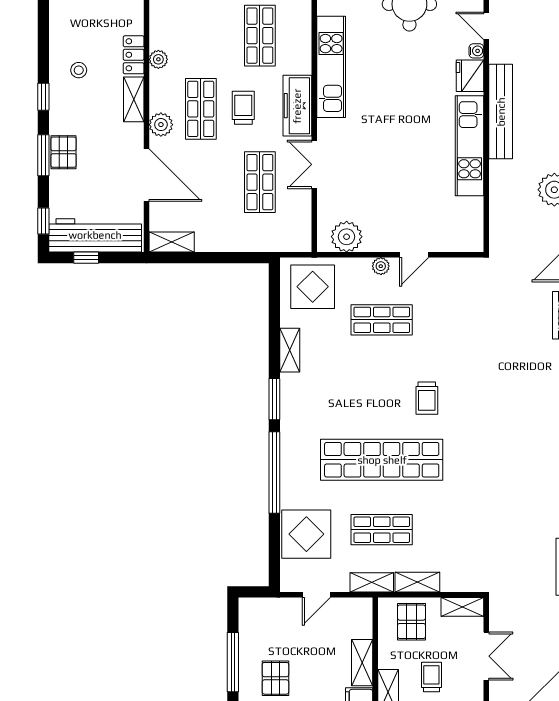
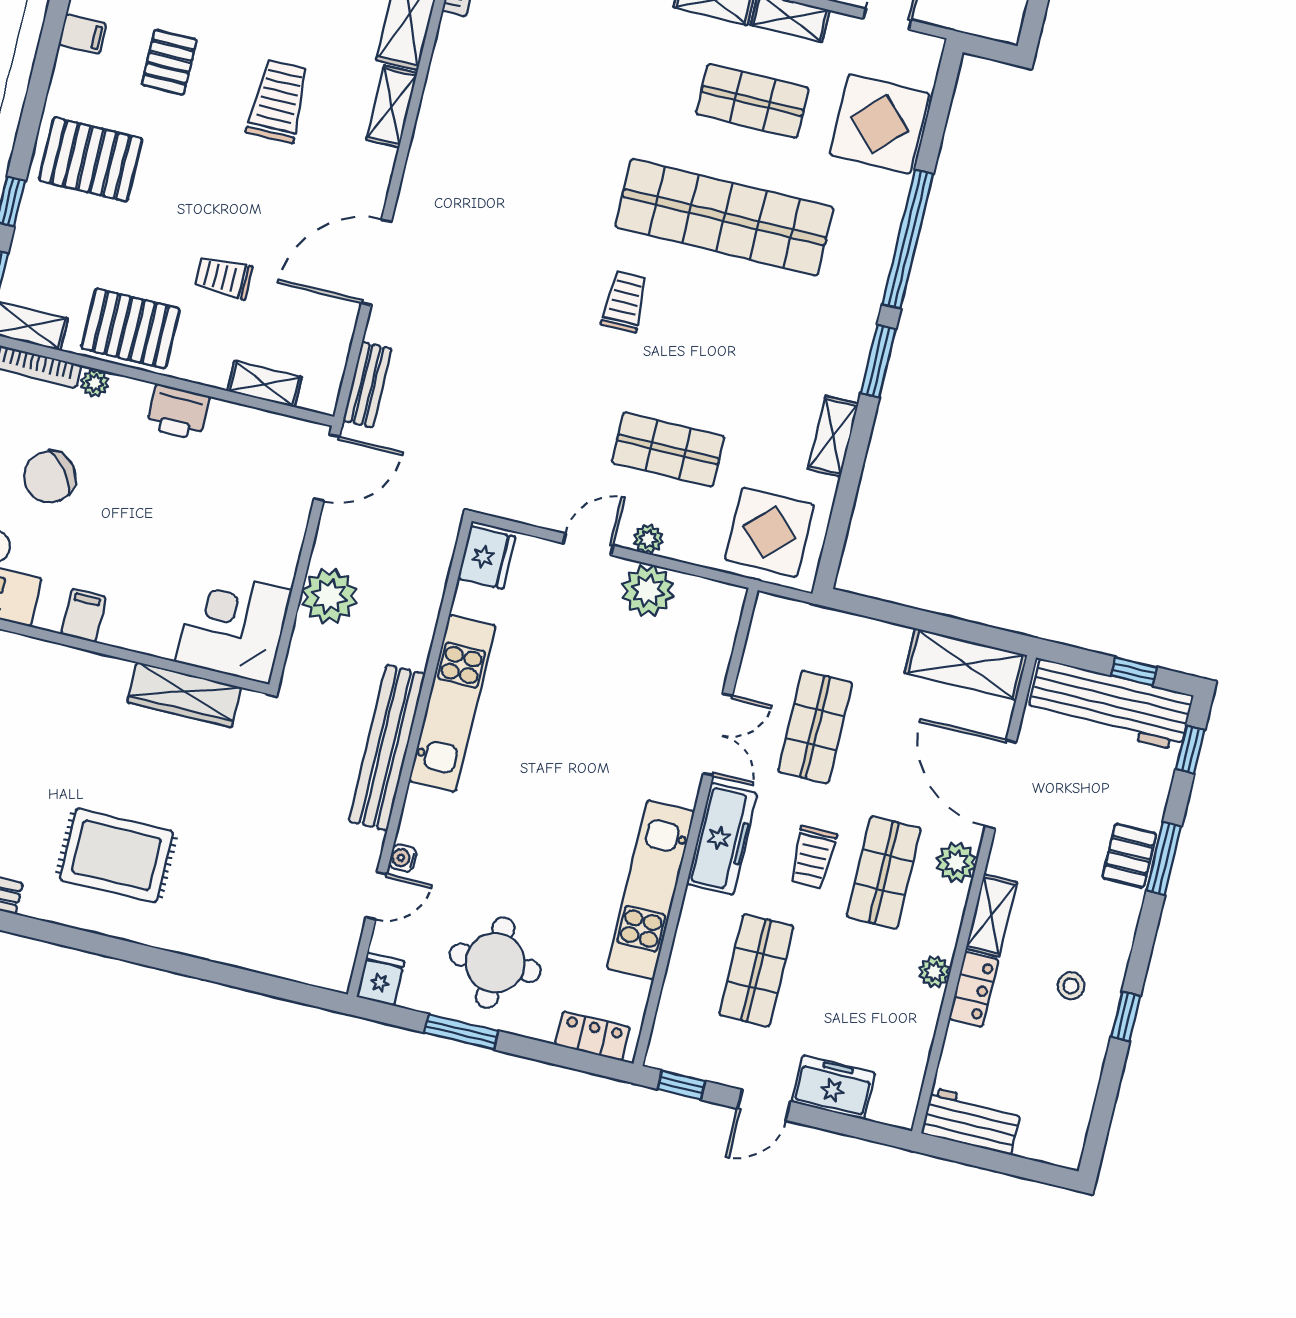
door: (486, 26) -> (376, 896), hinge flipped
fridge: (470, 76) -> (487, 558), moved
window: (43, 97) -> (1126, 1016), moved
plant: (347, 237) -> (648, 591), moved
shelving: (172, 242) -> (966, 664), width x1.50, depth x1.33

